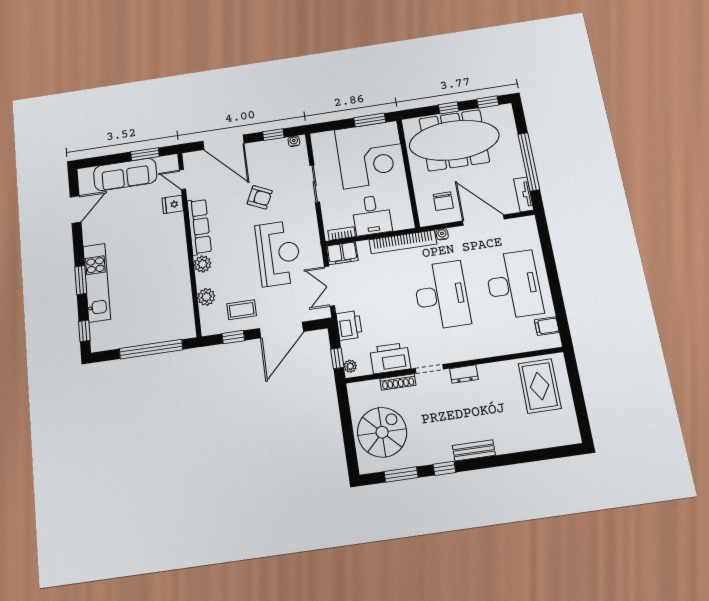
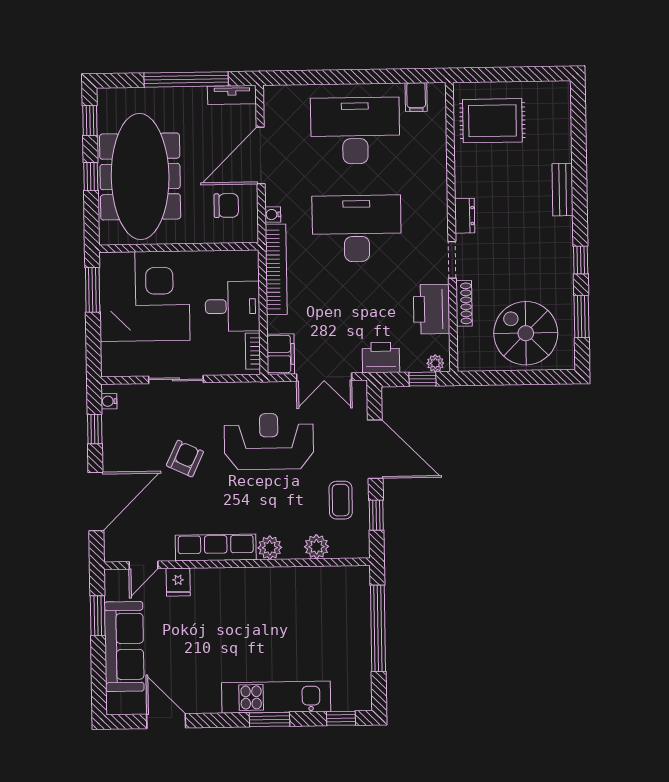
bench: (474, 450) -> (563, 190), moved

